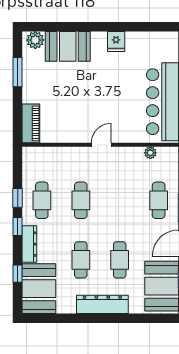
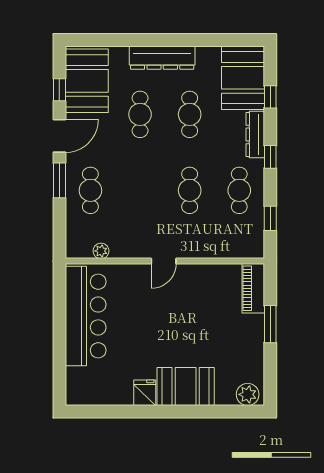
booth: (68, 46) -> (186, 387), moved
window: (18, 72) -> (270, 324), moved
window: (18, 198) -> (270, 218), moved

